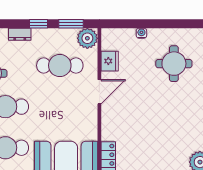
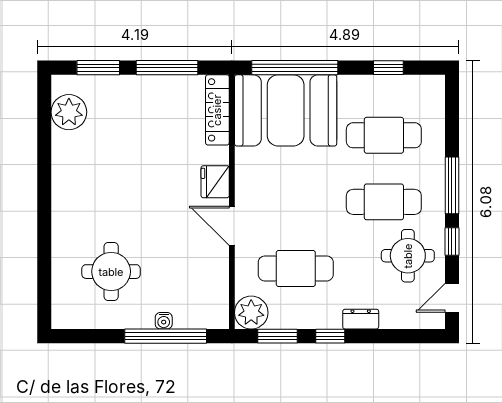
window: (140, 24) -> (166, 336), added
fridge: (110, 61) -> (215, 182), moved
door: (99, 92) -> (232, 226), hinge flipped

